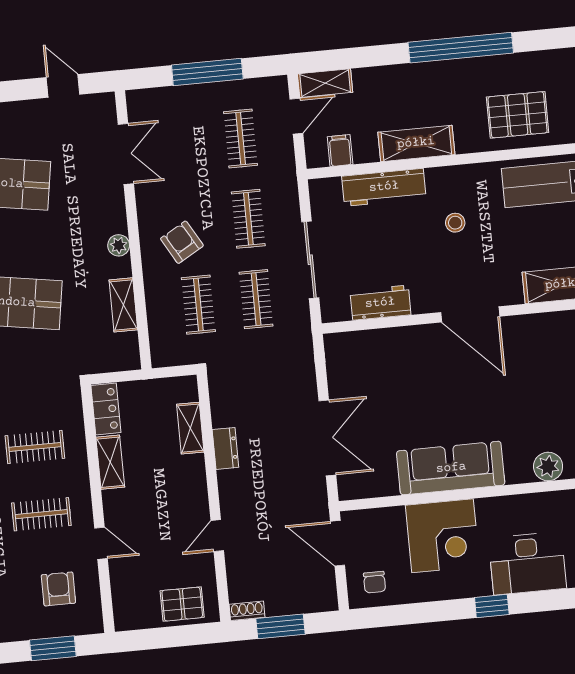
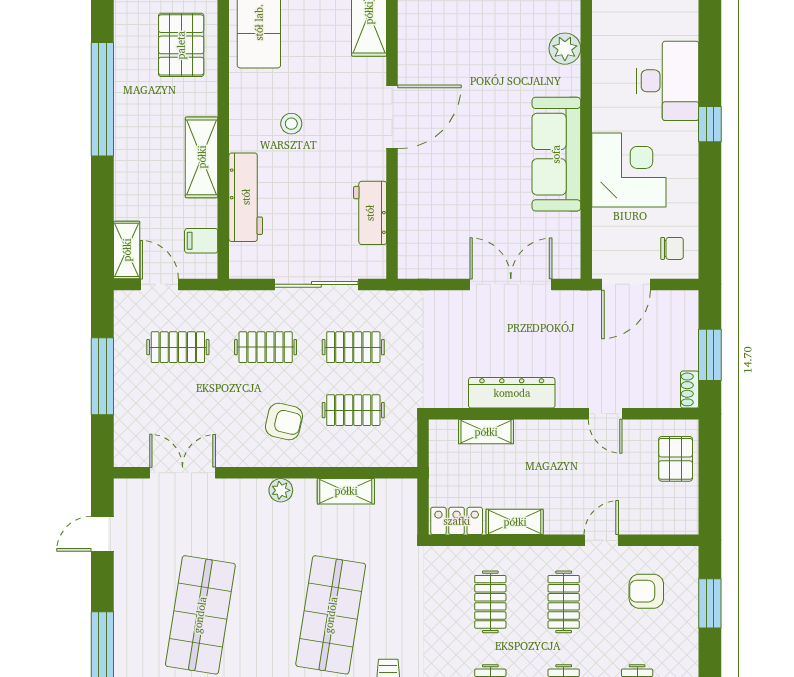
armchair: (182, 242) -> (284, 421), turned -137
dresser: (225, 448) -> (512, 393), width x1.96, depth x1.24

